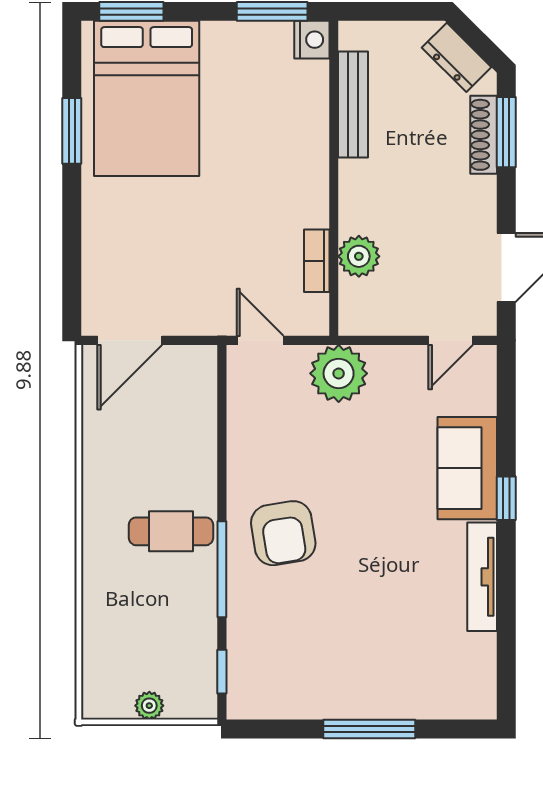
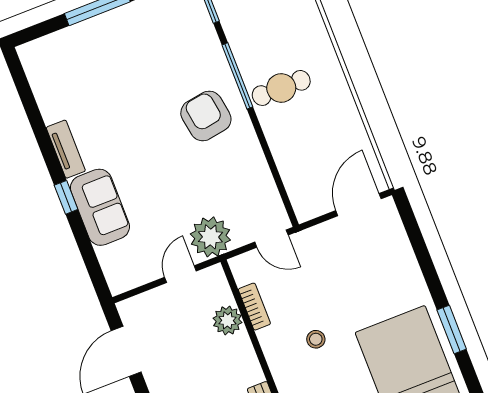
stool: (253, 187) -> (316, 339), added
door: (451, 340) -> (180, 274), moved
tv unit: (482, 577) -> (66, 149), width x0.71

